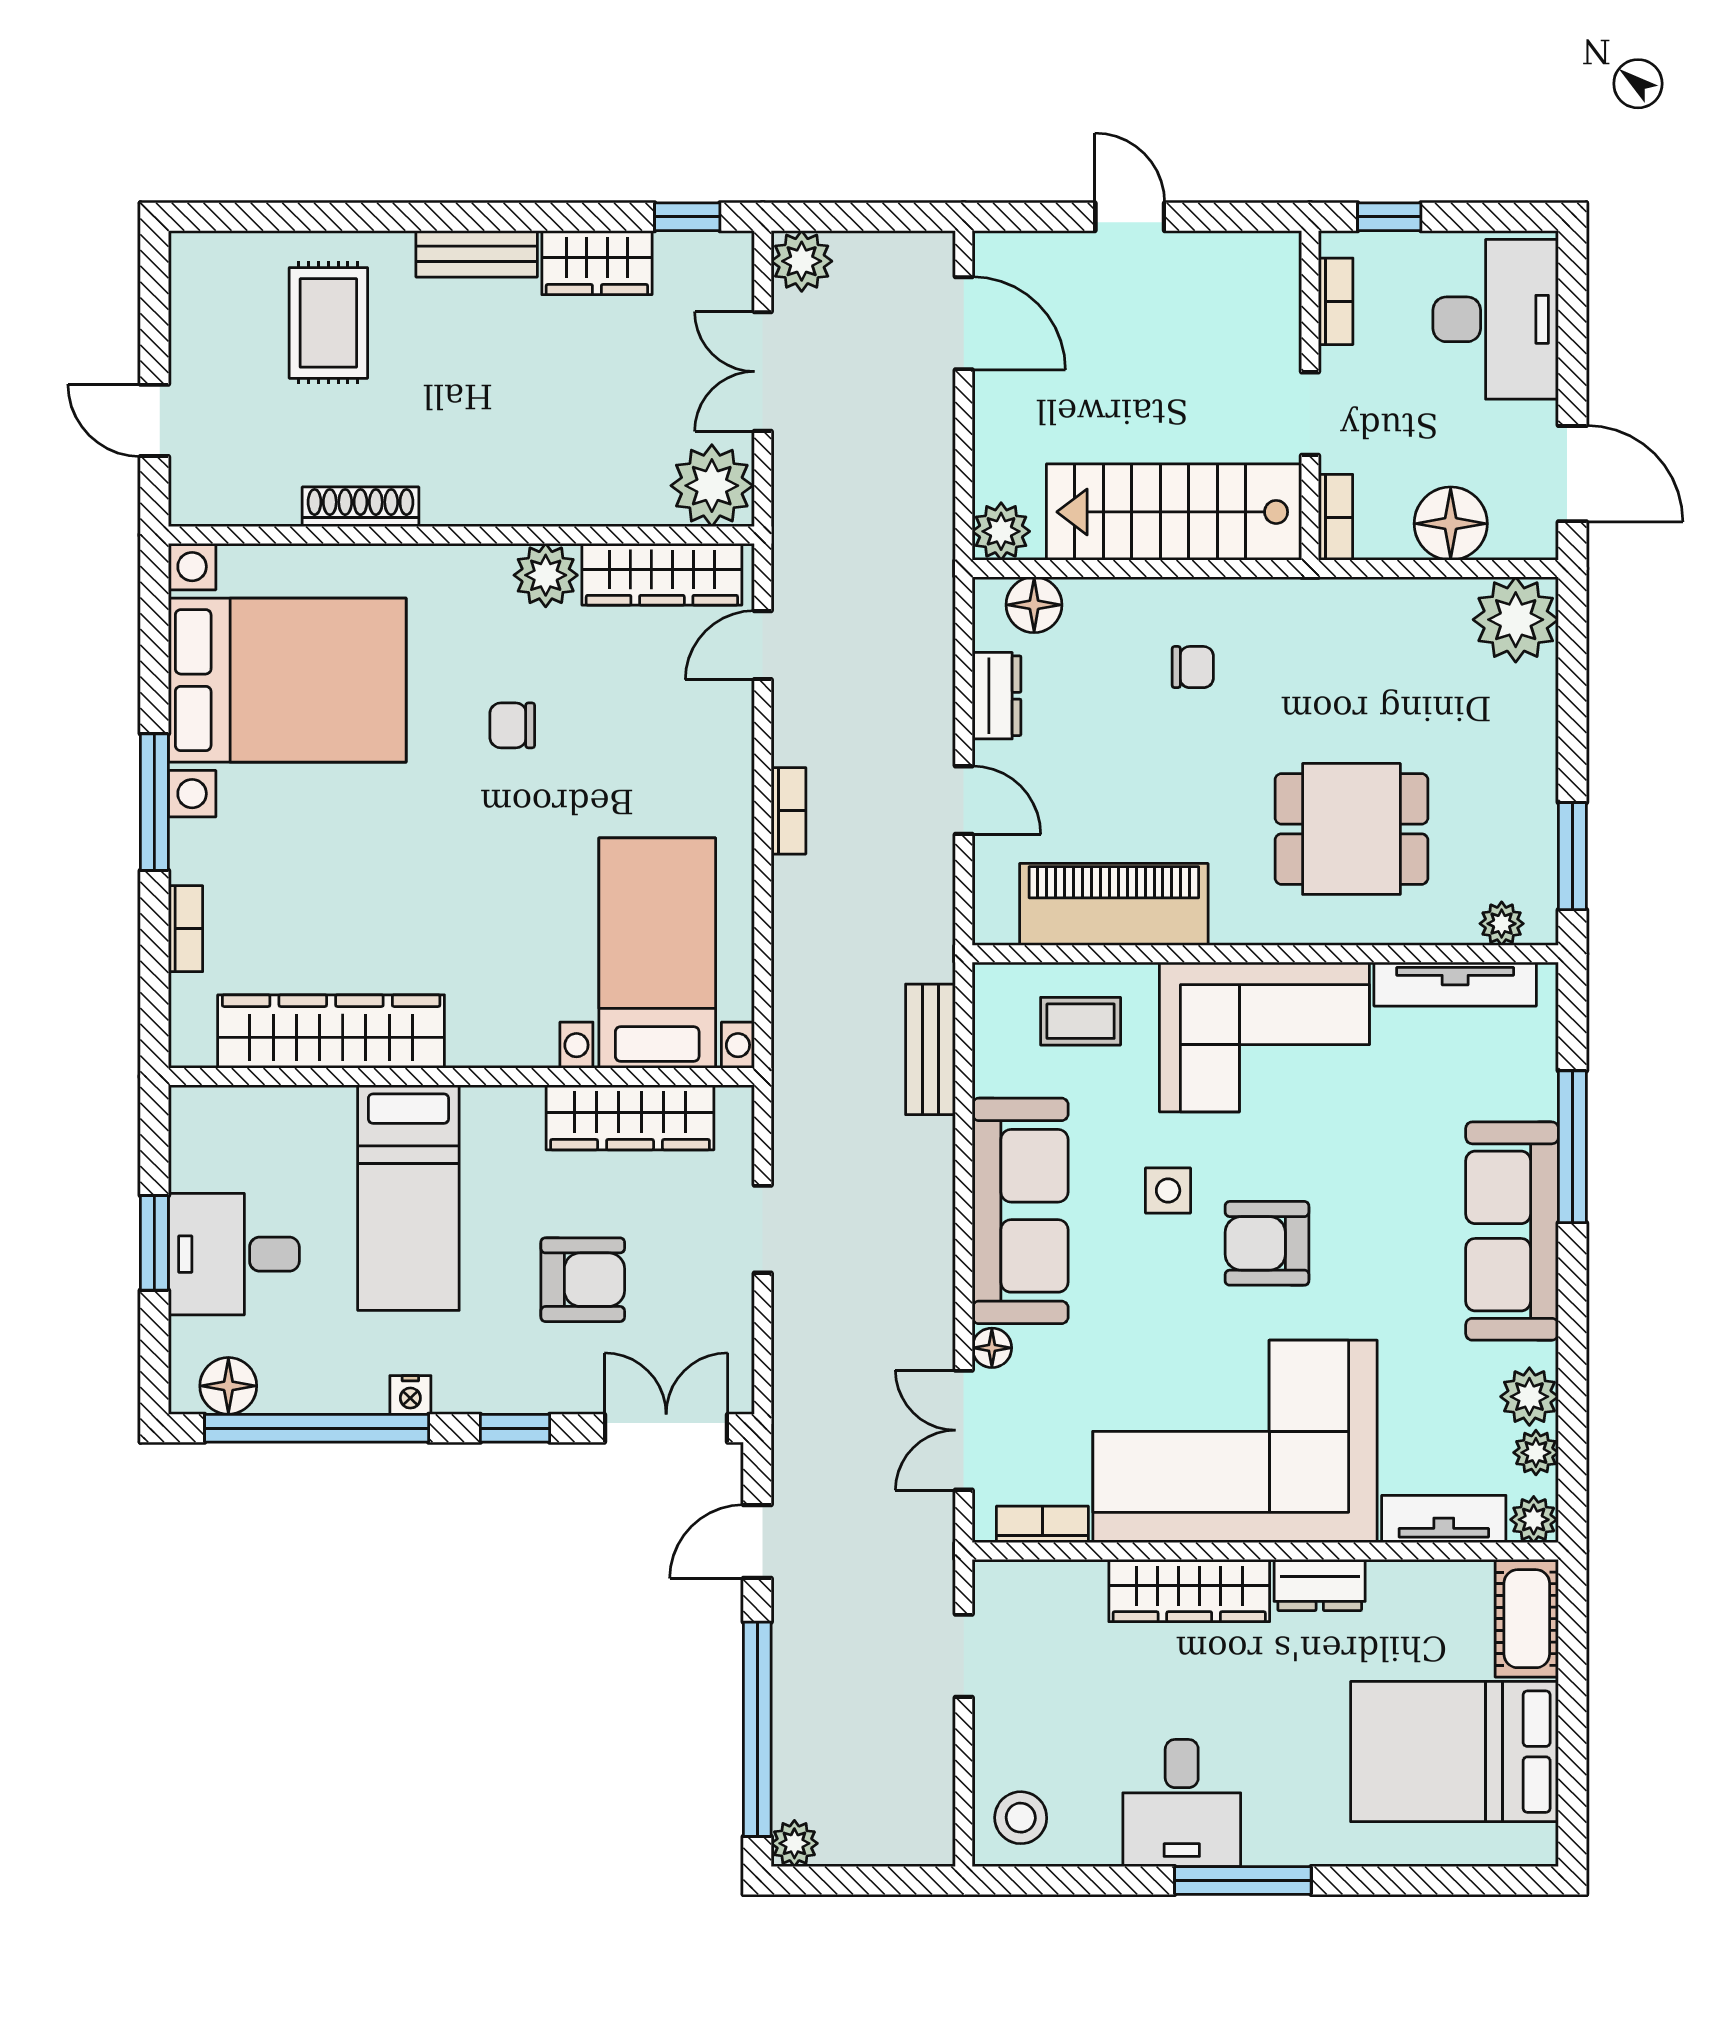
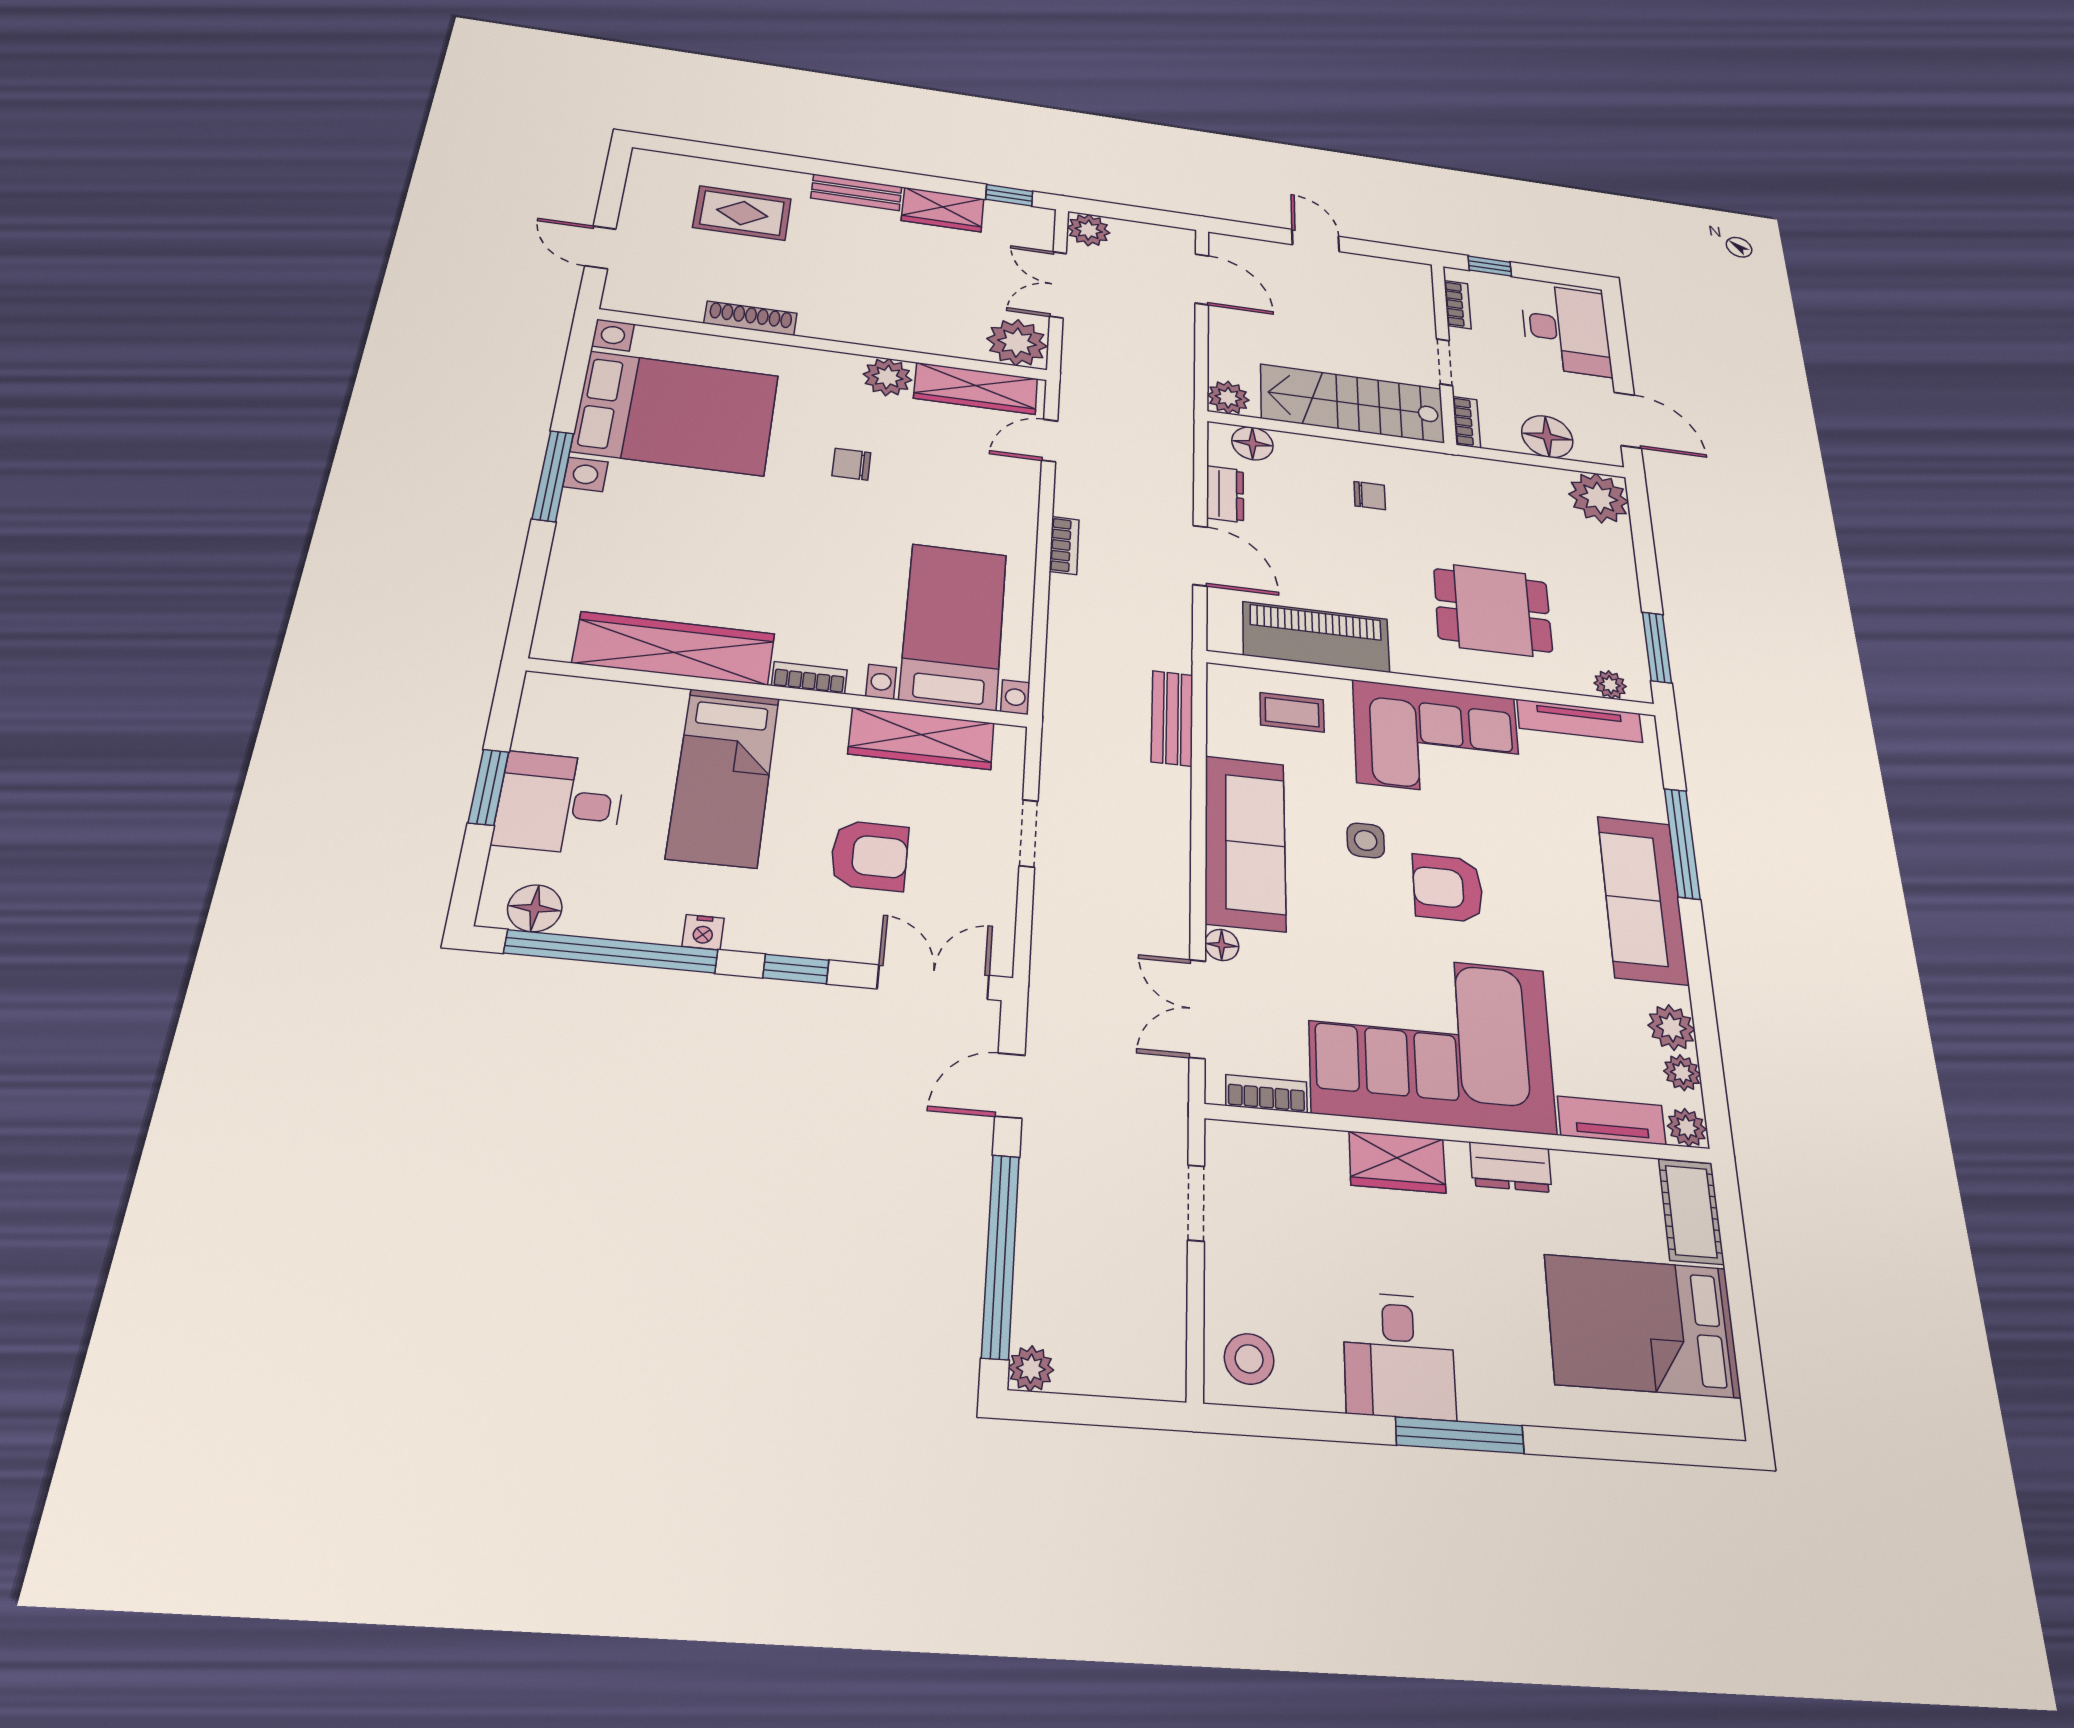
rug: (328, 323) -> (742, 213), turned 90
door: (964, 800) -> (1200, 556), width x1.38
bookcase: (185, 929) -> (809, 678), moved, turned -90
wardrobe: (1189, 1591) -> (1397, 1162), width x0.67

